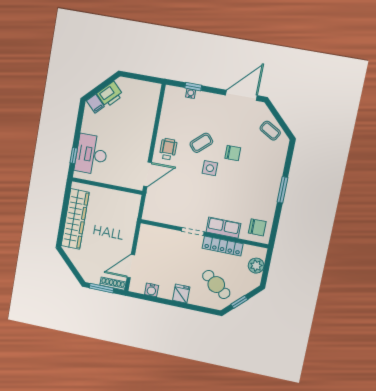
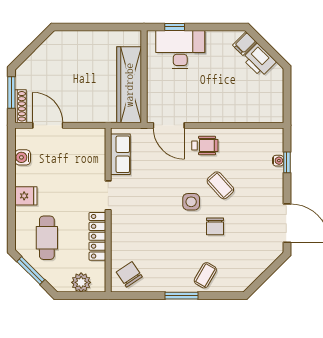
coffee table: (270, 131) -> (205, 275), moved
wardrobe: (75, 219) -> (129, 85), moved, turned 90
chair: (257, 227) -> (129, 274), turned 146
row of seats: (223, 228) -> (120, 154), moved
cafe table: (216, 285) -> (47, 238), turned -37
window: (239, 302) -> (31, 271), width x1.50

